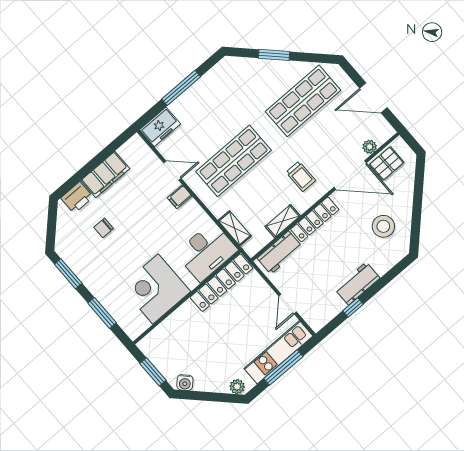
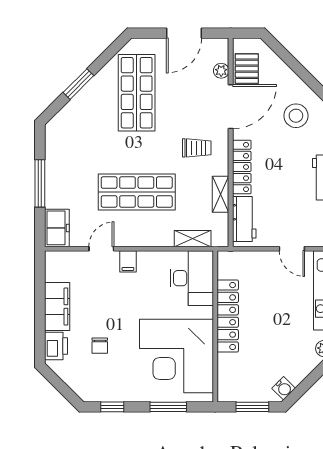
shop shelf: (234, 161) -> (137, 192), turned 90
window: (68, 274) -> (112, 407), width x0.67
locker: (221, 283) -> (228, 316), moved
corner desk: (156, 289) -> (177, 356), width x1.36, depth x1.36

